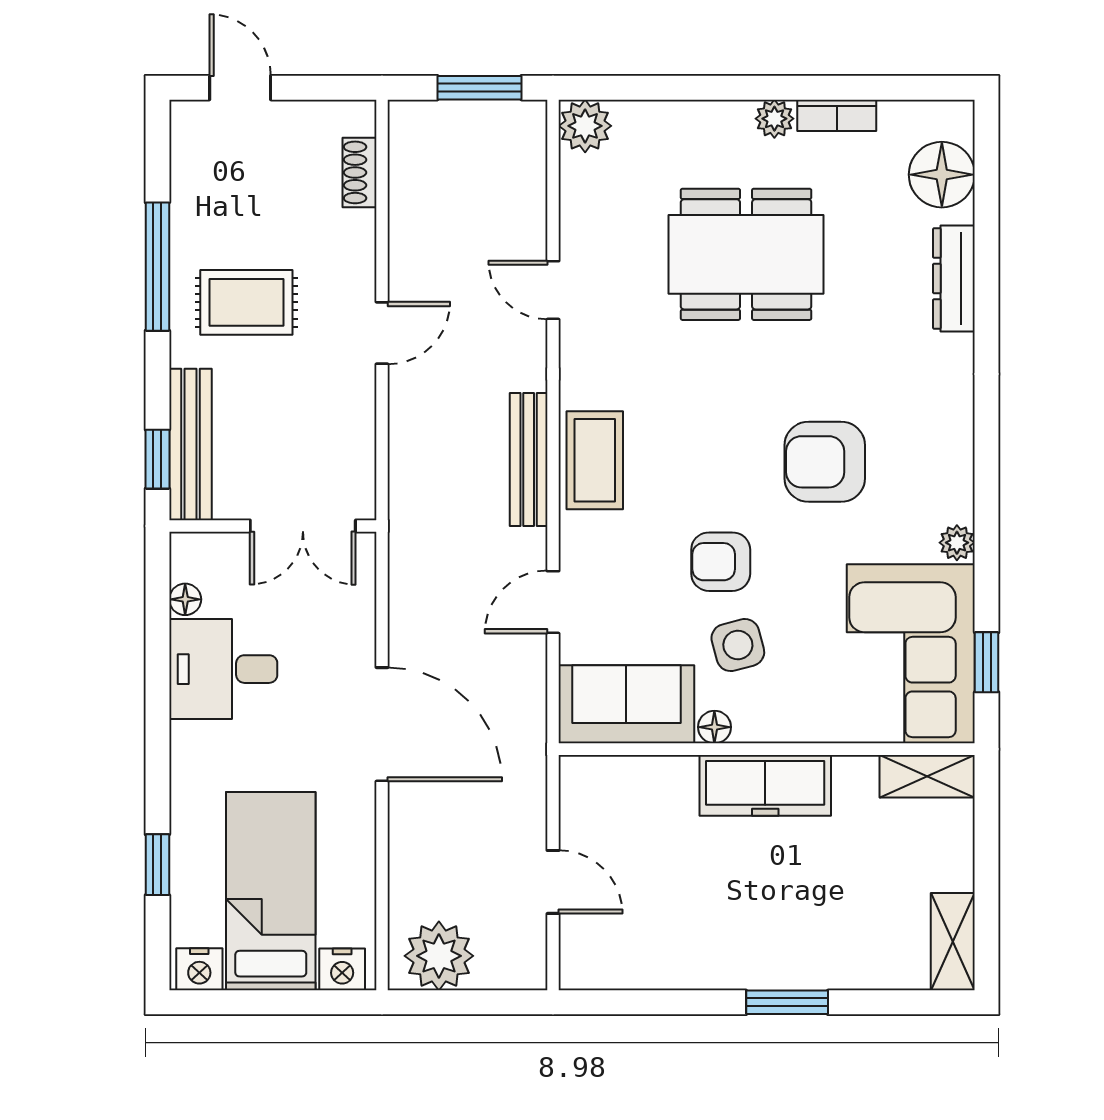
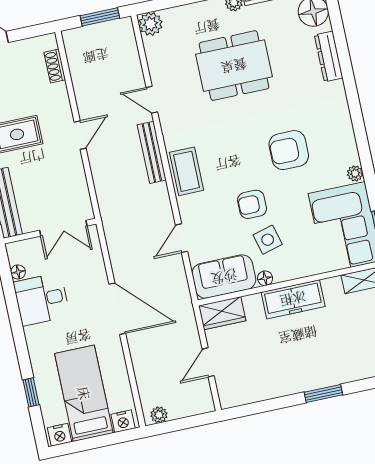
bench: (529, 459) -> (152, 152), moved
wardrobe: (606, 782) -> (222, 313), added
door: (553, 882) -> (208, 362), swing flipped
plant: (439, 956) -> (159, 415), width x0.53, depth x0.53

